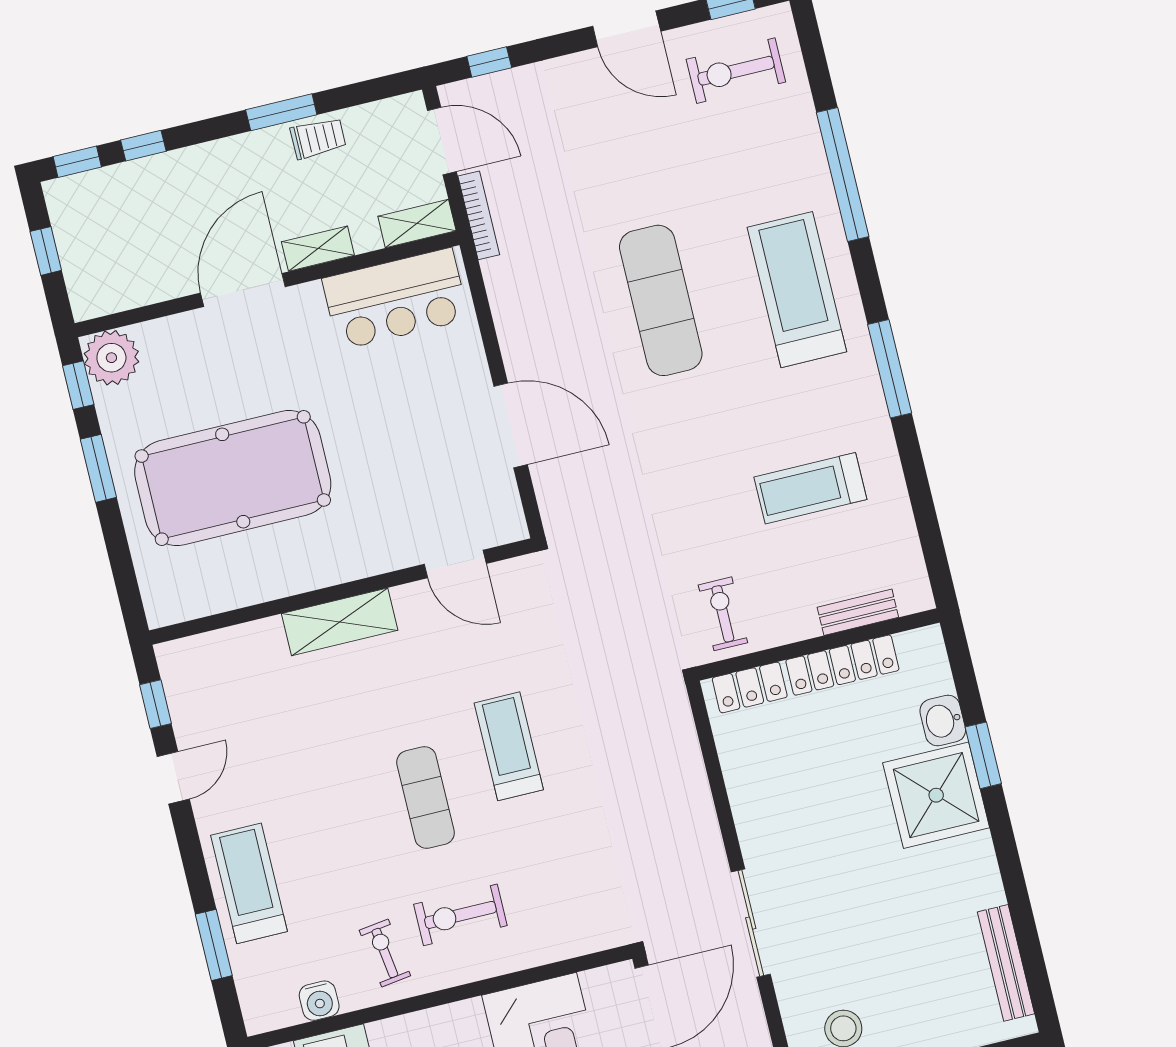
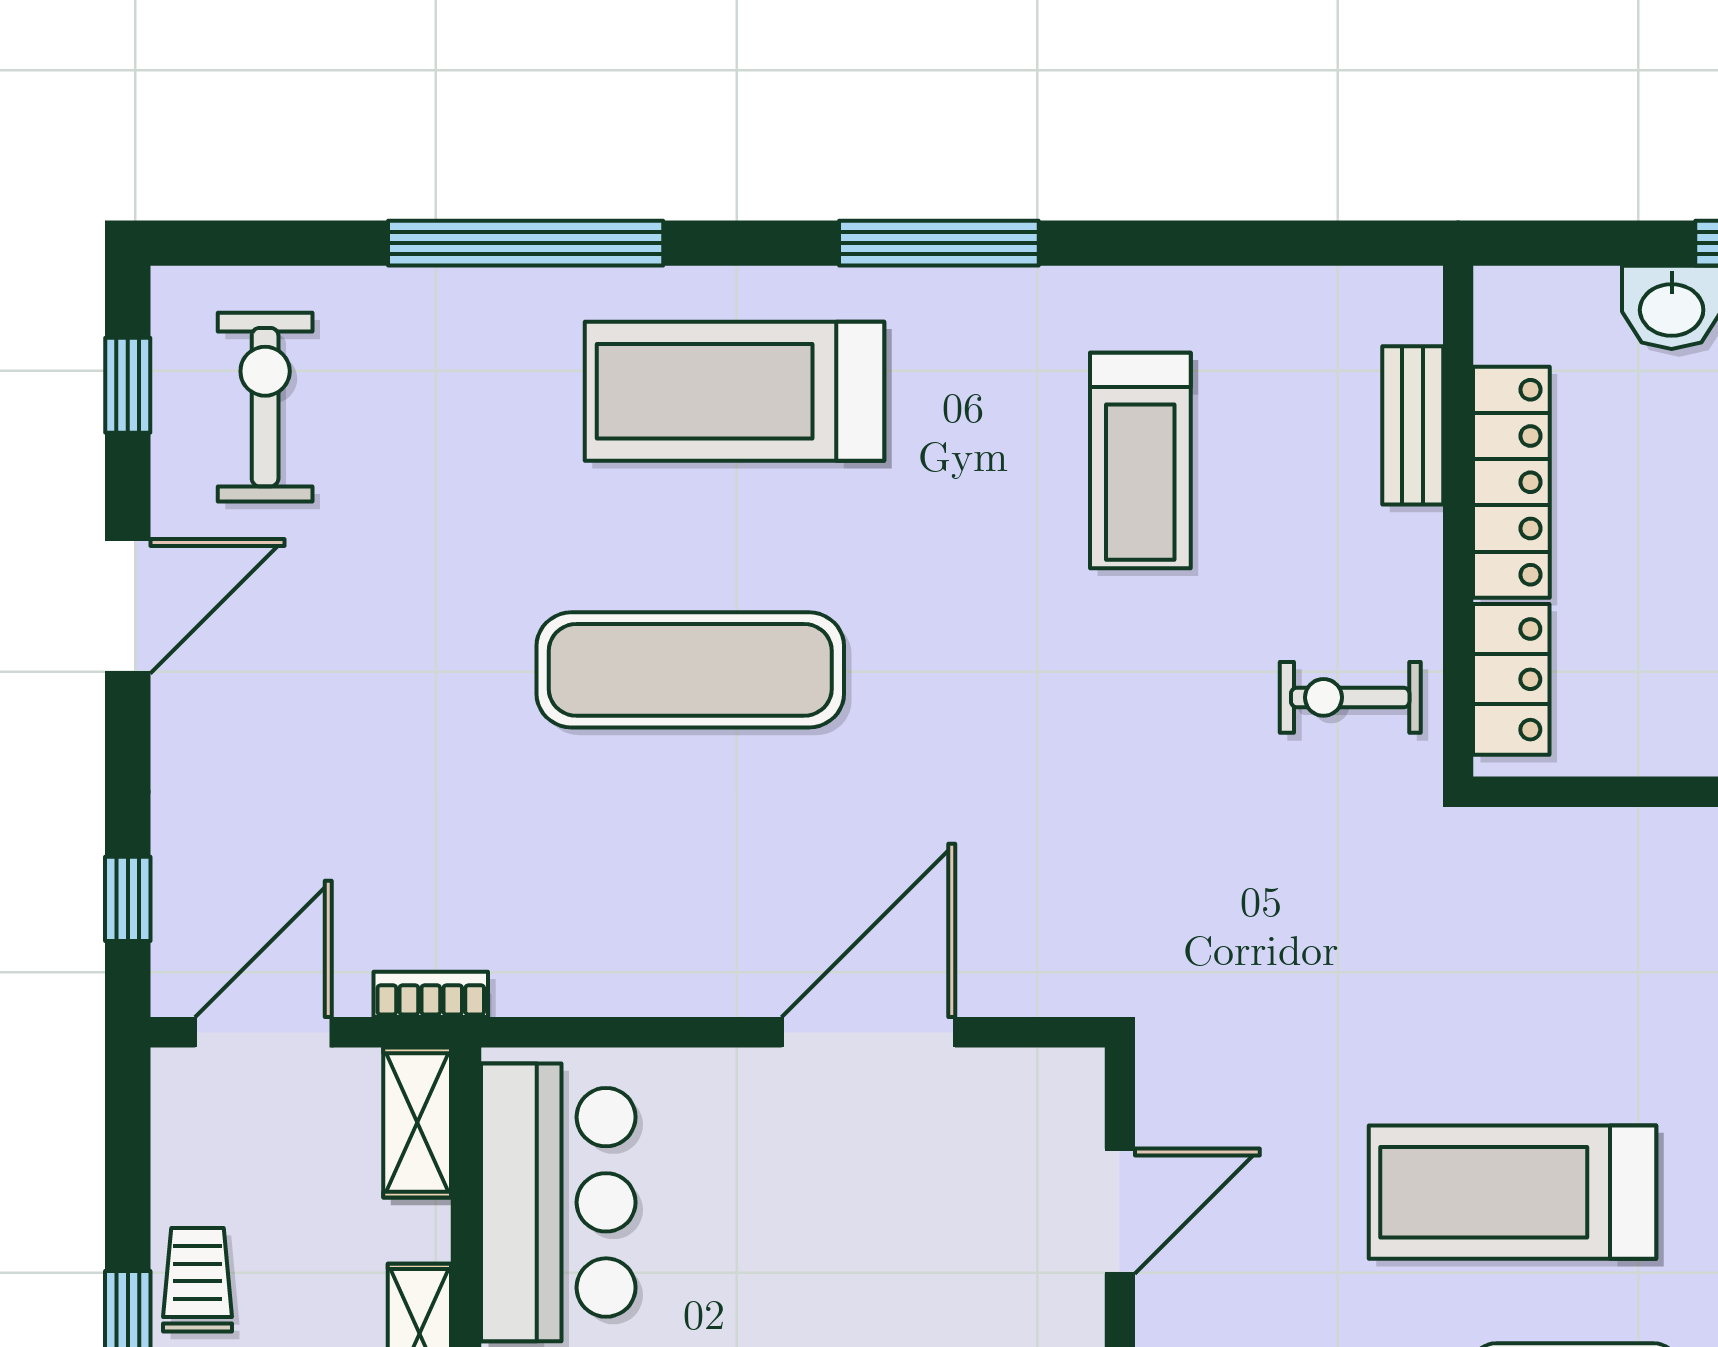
exercise bike: (736, 71) -> (265, 407), turned 180
bookcase: (479, 215) -> (431, 994), width x0.64
treadmill: (509, 746) -> (1512, 1192), width x1.37, depth x1.38

